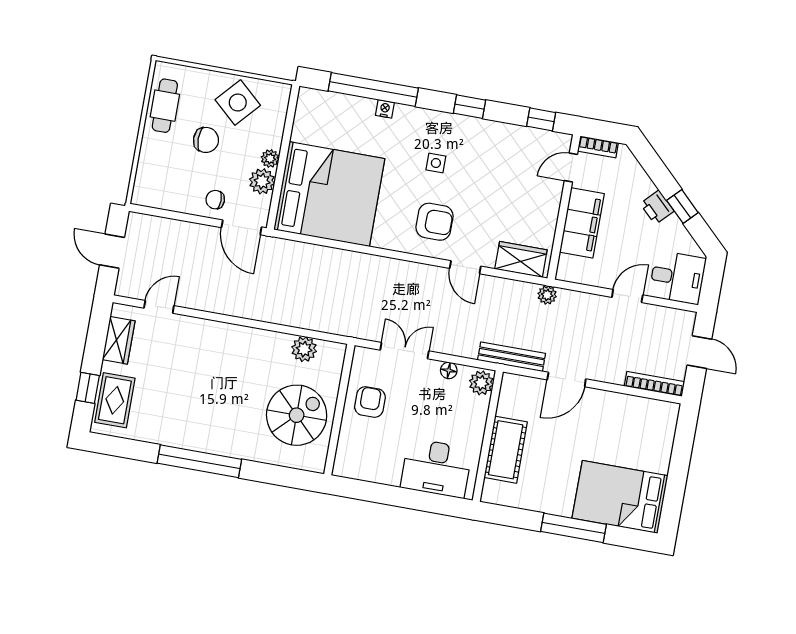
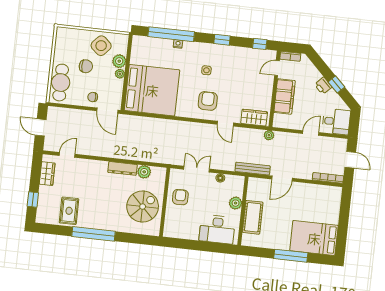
cafe table: (165, 106) -> (61, 83), moved, width x1.37, depth x1.35
plant: (262, 181) -> (119, 61), moved
armchair: (434, 222) -> (208, 101), turned -90
dresser: (263, 340) -> (123, 168), added
plant: (481, 383) -> (236, 203), moved
rug: (115, 400) -> (69, 211), moved

